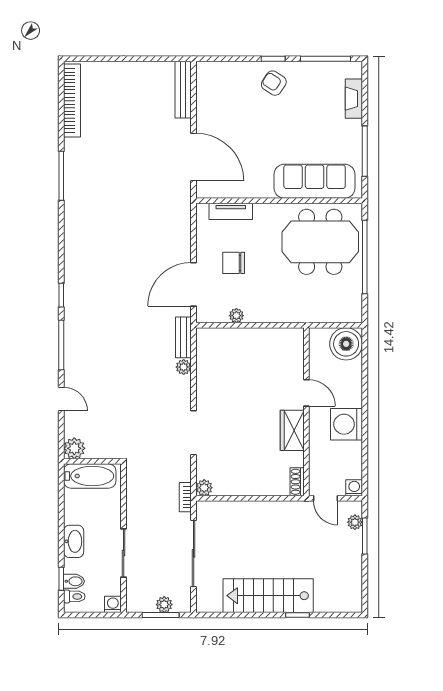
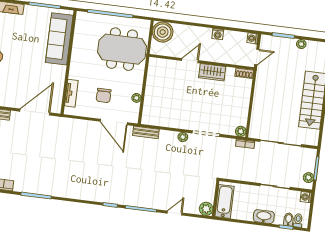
meeting table: (320, 242) -> (122, 49), moved, turned 90
plant: (184, 367) -> (183, 137), moved
washing machine: (347, 424) -> (218, 34), width x0.53, depth x0.53
plant: (355, 522) -> (301, 44), moved
plant: (164, 605) -> (309, 178), moved

